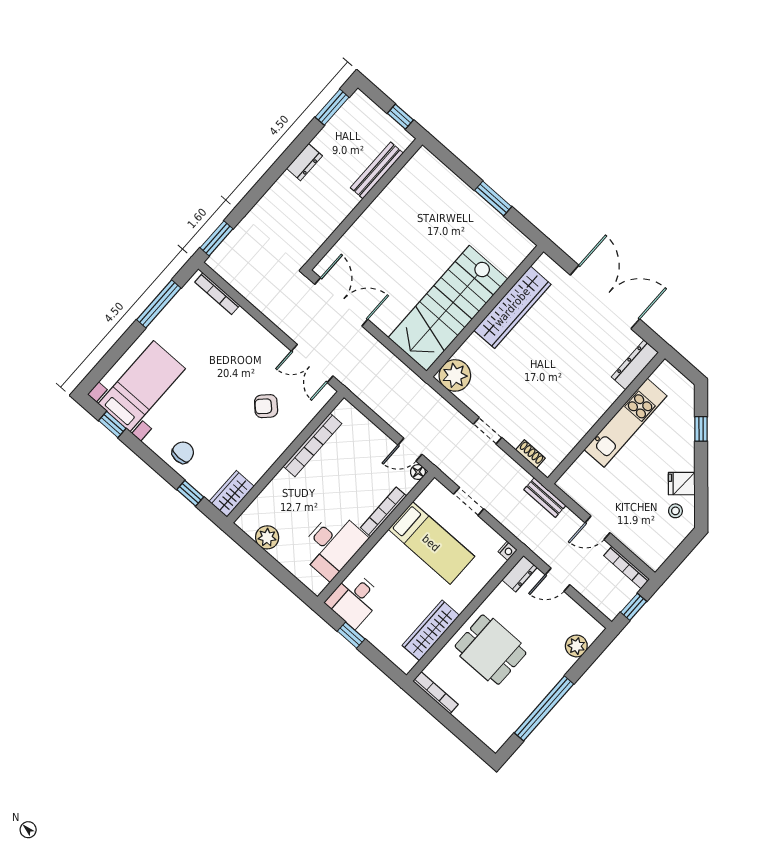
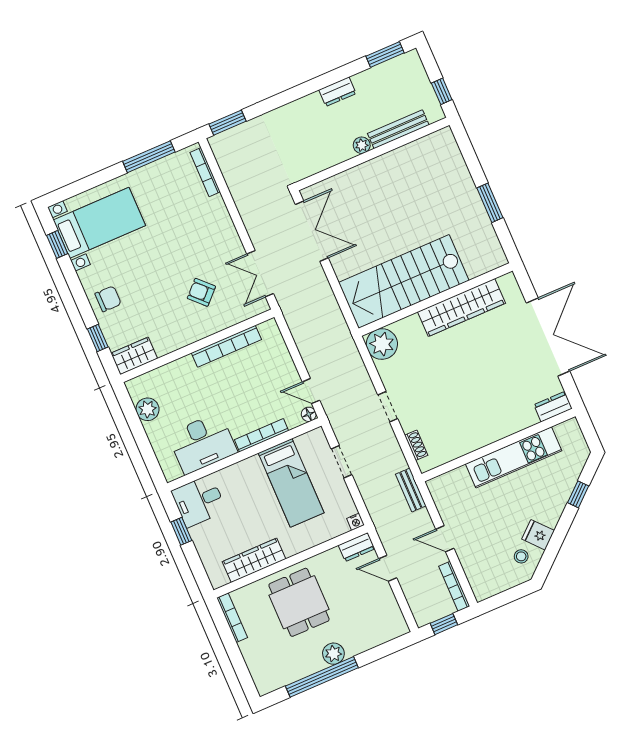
plant: (350, 201) -> (362, 145), added
dresser: (635, 365) -> (553, 407), width x0.70
plant: (576, 646) -> (333, 654), moved

